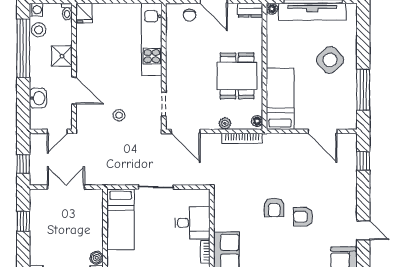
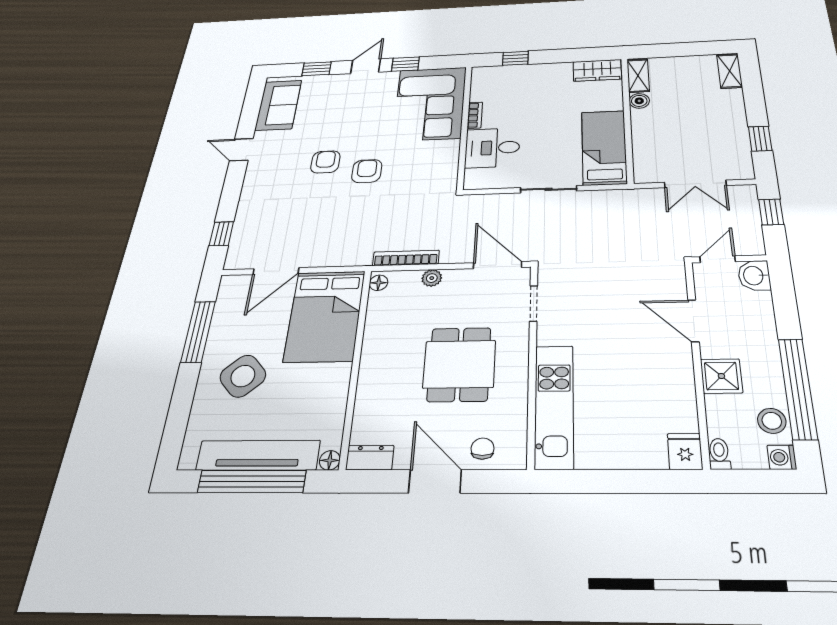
dining table: (237, 76) -> (459, 364), moved
washbasin: (38, 98) -> (754, 276), moved
bed: (280, 99) -> (325, 316), width x1.50
stool: (119, 115) -> (611, 285), removed
door: (322, 131) -> (276, 271), swing flipped
armchair: (303, 217) -> (325, 162), turned -90

